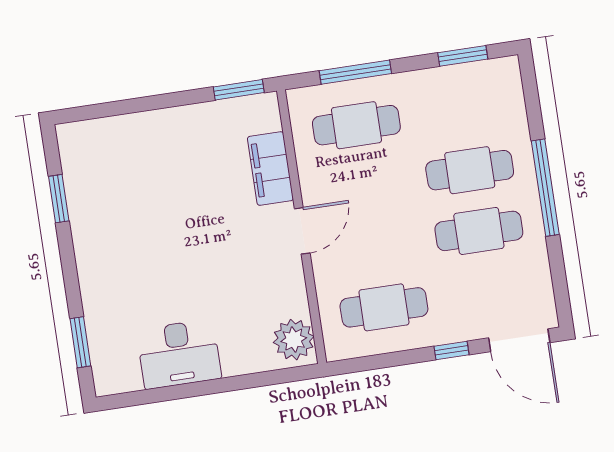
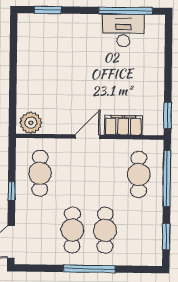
window: (355, 72) -> (167, 178), width x1.46
window: (59, 199) -> (126, 11), width x2.11
door: (302, 231) -> (88, 137), swing flipped
window: (451, 350) -> (12, 191), moved
desk: (179, 354) -> (123, 31), moved, turned 90

